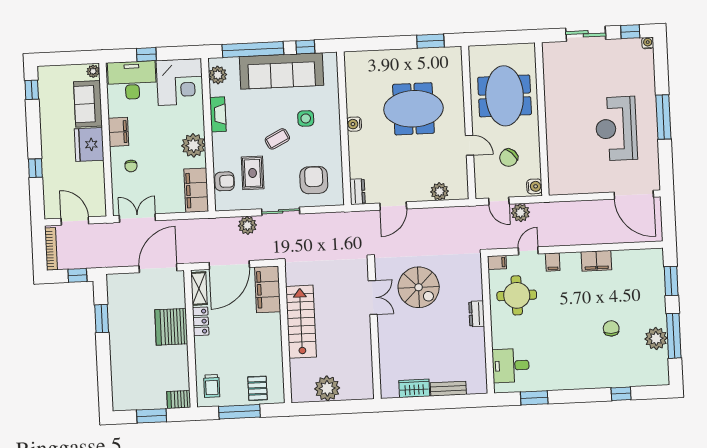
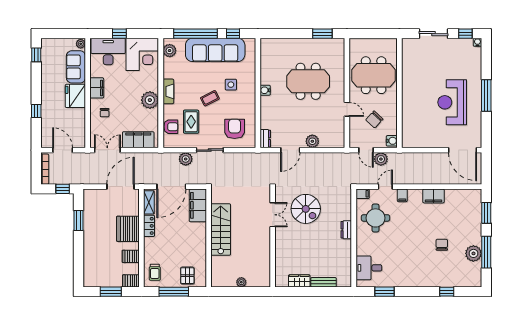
meeting table: (505, 96) -> (374, 75), turned 90
fireplace: (218, 114) -> (168, 91), moved
filing cabinet: (196, 190) -> (138, 140), moved, turned 90
plant: (440, 191) -> (312, 141), moved
server rack: (177, 365) -> (131, 256), added
plant: (327, 388) -> (241, 282), width x0.53, depth x0.53

